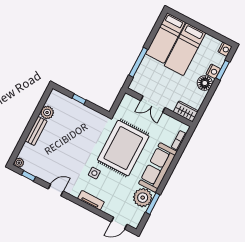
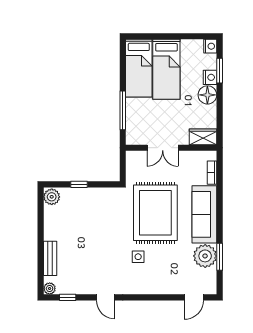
plant: (47, 112) -> (52, 197), moved
bench: (36, 131) -> (50, 258), moved
door: (56, 190) -> (106, 297), swing flipped
tv unit: (91, 200) -> (150, 288), removed

